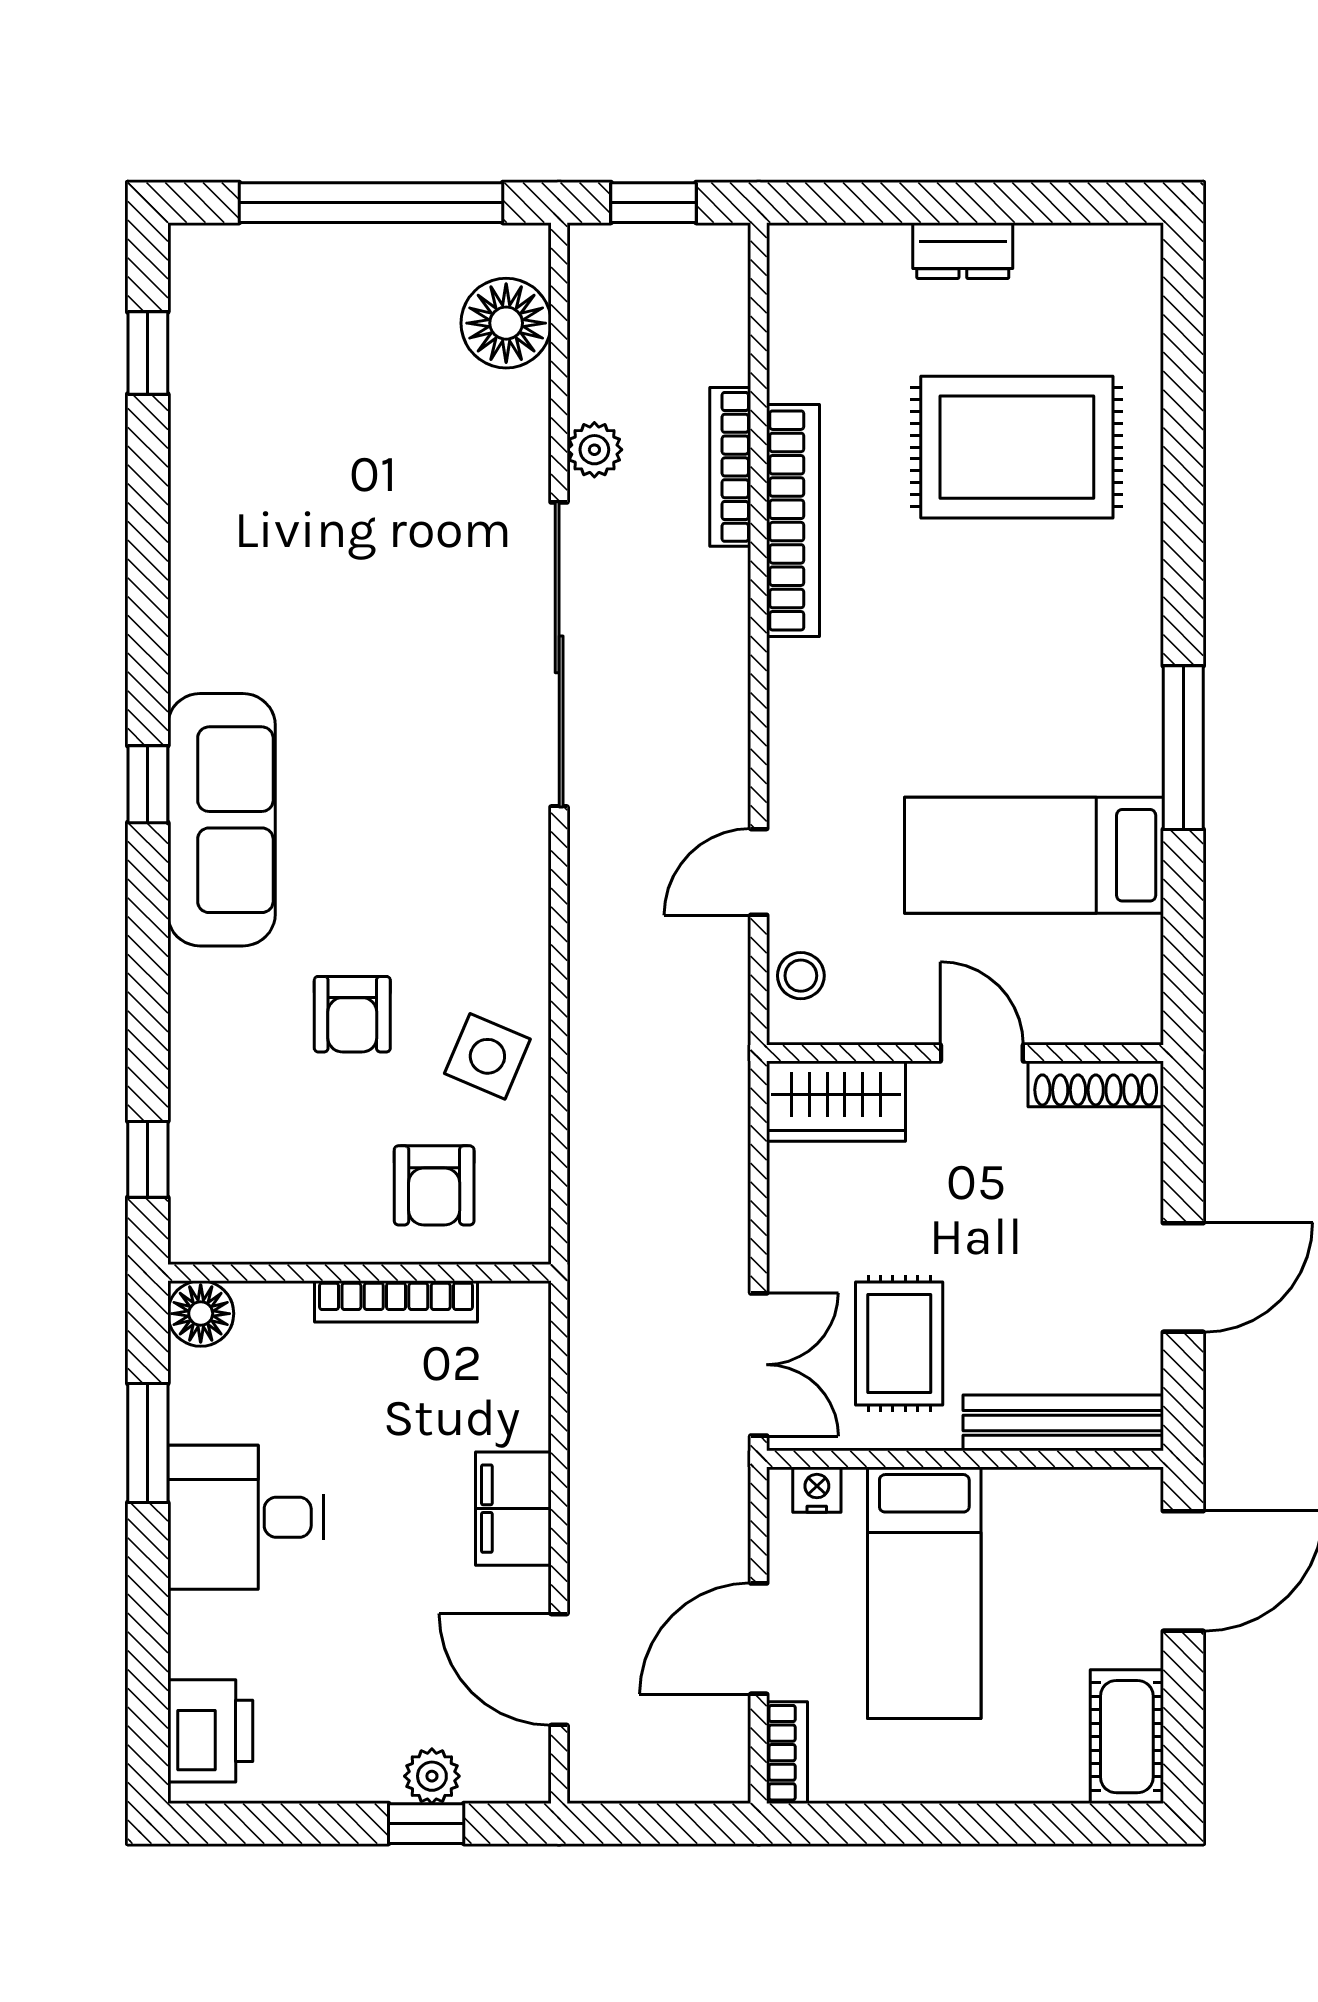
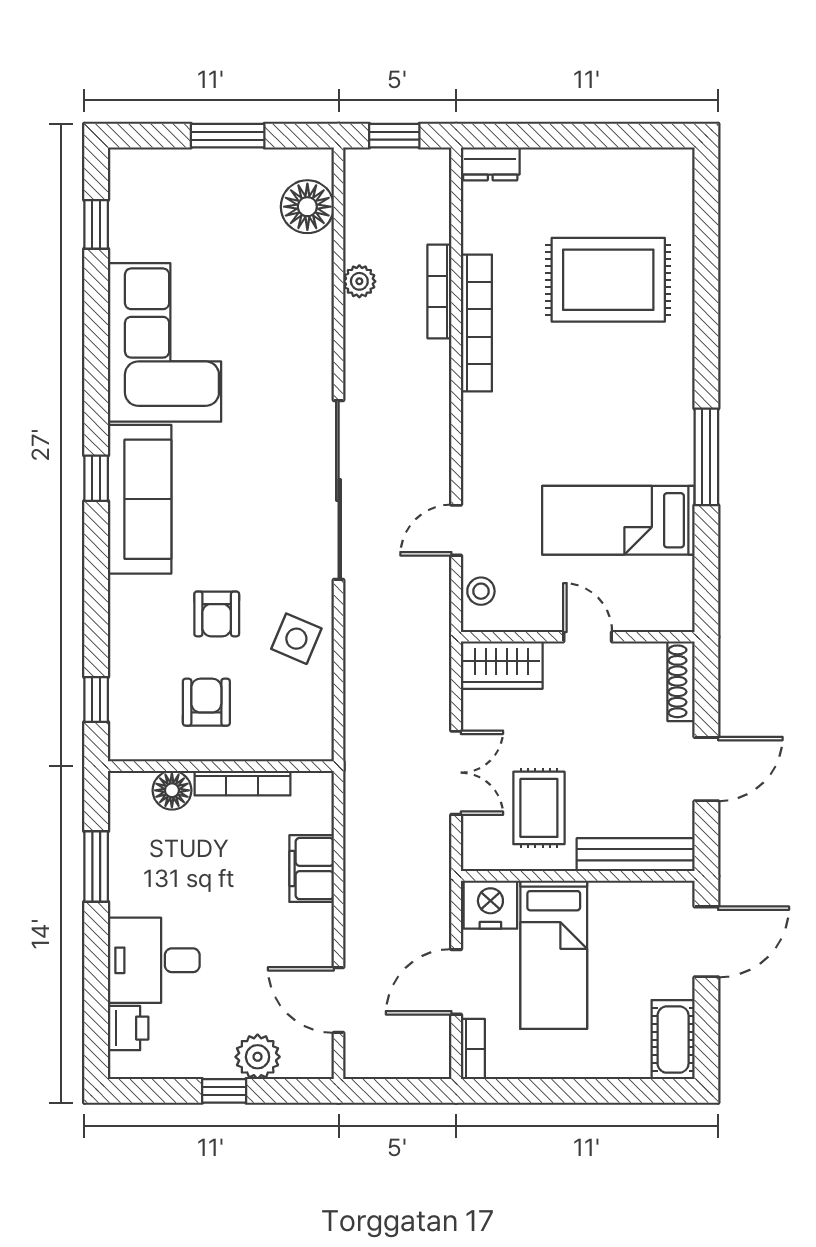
window: (371, 203) -> (228, 136), width x0.47
dresser: (963, 251) -> (490, 164), moved
corner sofa: (264, 553) -> (165, 342), added
sliding door: (559, 654) -> (339, 490), moved
shoe rack: (1096, 1084) -> (681, 681), moved, turned 90
armchair: (434, 1185) -> (206, 702), moved, turned 180
floor lamp: (201, 1314) -> (172, 790), moved
double door: (759, 1365) -> (456, 773), moved
nightstand: (817, 1490) -> (490, 905), width x1.89, depth x1.79
filing cabinet: (513, 1509) -> (312, 869), moved
desk: (246, 1517) -> (154, 960), moved
printer: (210, 1731) -> (128, 1028), width x0.73, depth x0.81
plant: (432, 1776) -> (258, 1057), width x1.38, depth x1.38
window: (426, 1824) -> (224, 1091), moved

